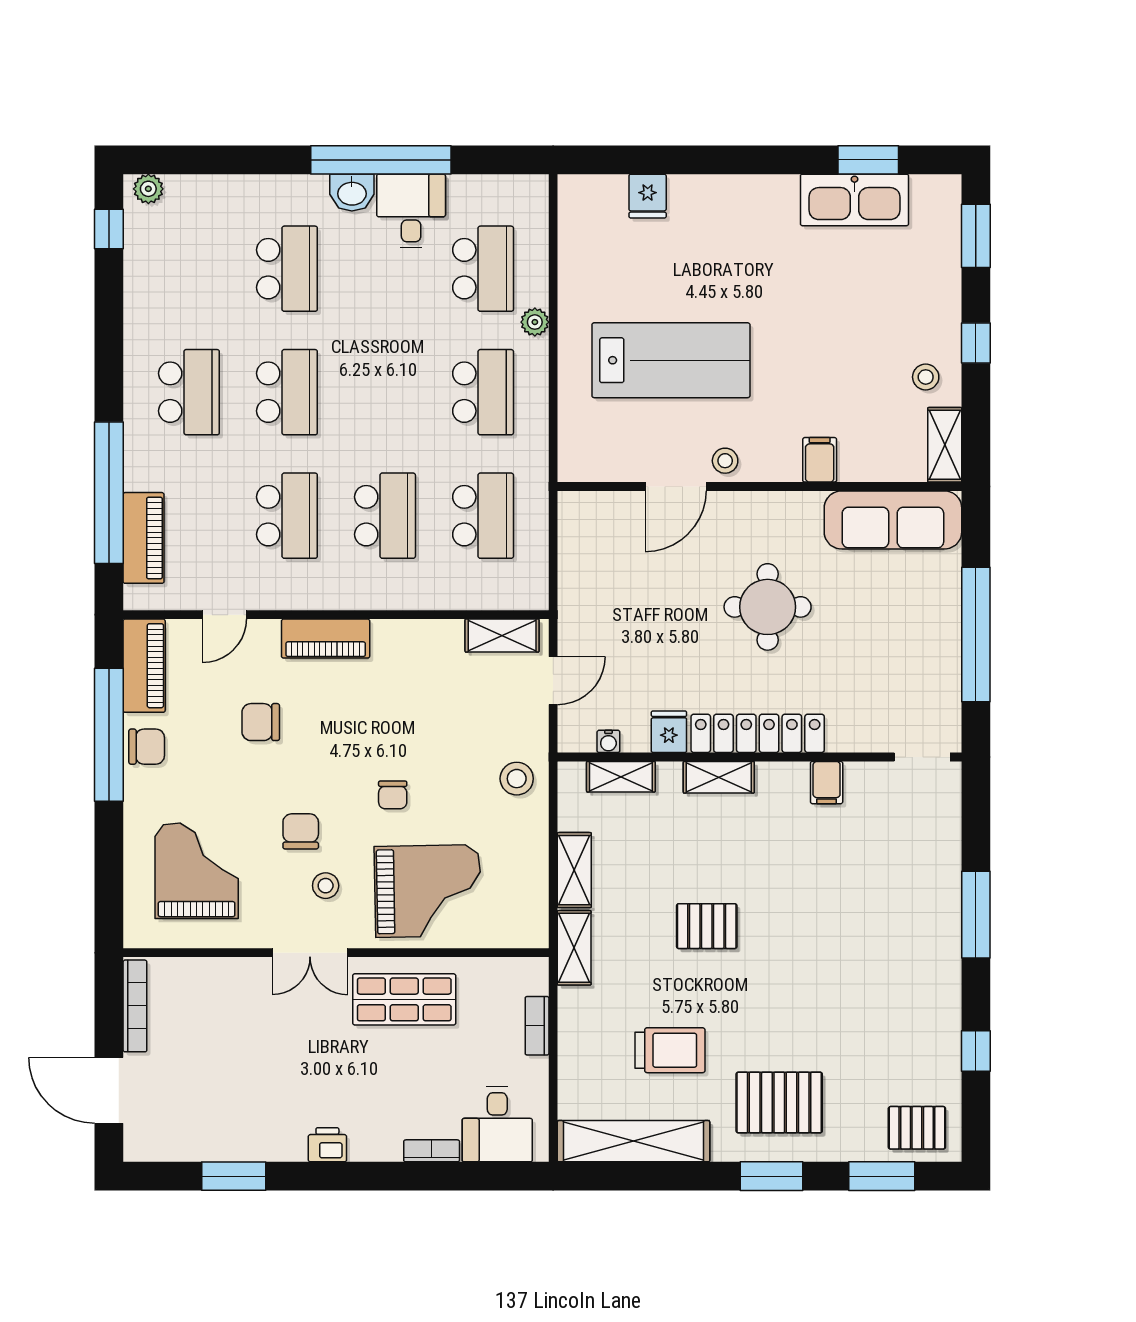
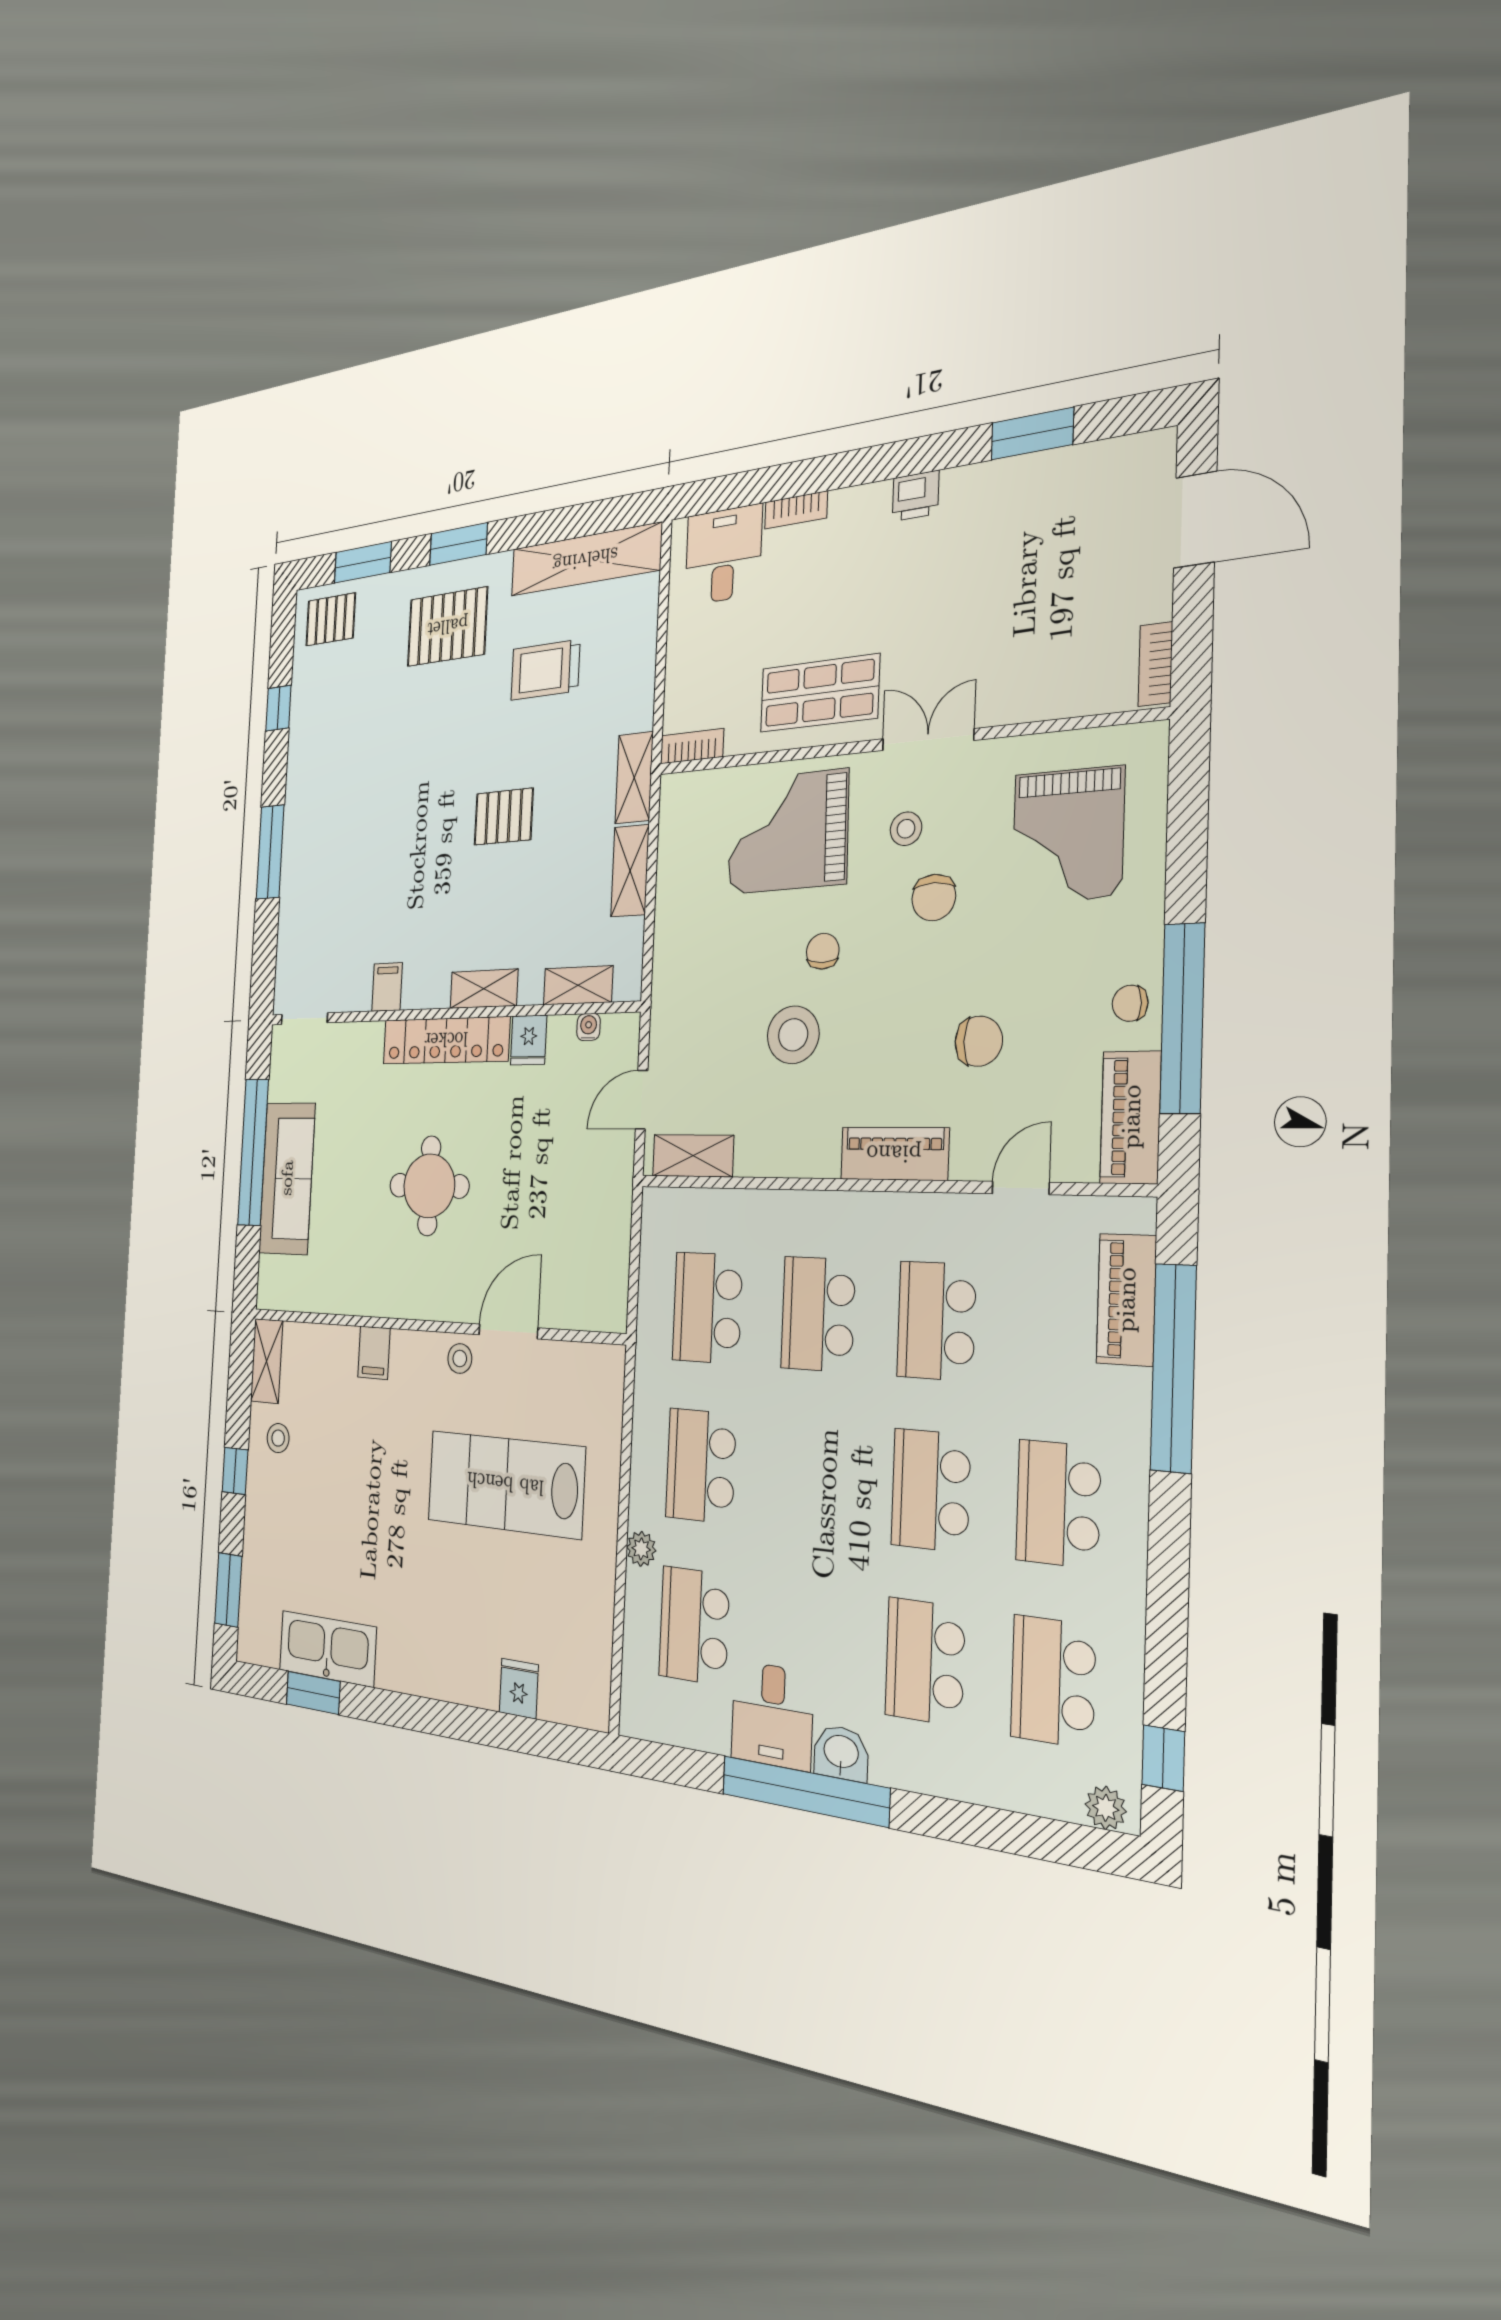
school desk: (189, 269) -> (1053, 1681), added
sofa: (893, 520) -> (287, 1178), moved, turned 90
chair: (147, 747) -> (1130, 1003), width x0.73, depth x0.73
stool: (517, 779) -> (793, 1035), moved, width x1.38, depth x1.38
bookcase: (135, 1006) -> (1155, 664), width x0.64
bookcase: (537, 1026) -> (692, 746), moved, turned -90

